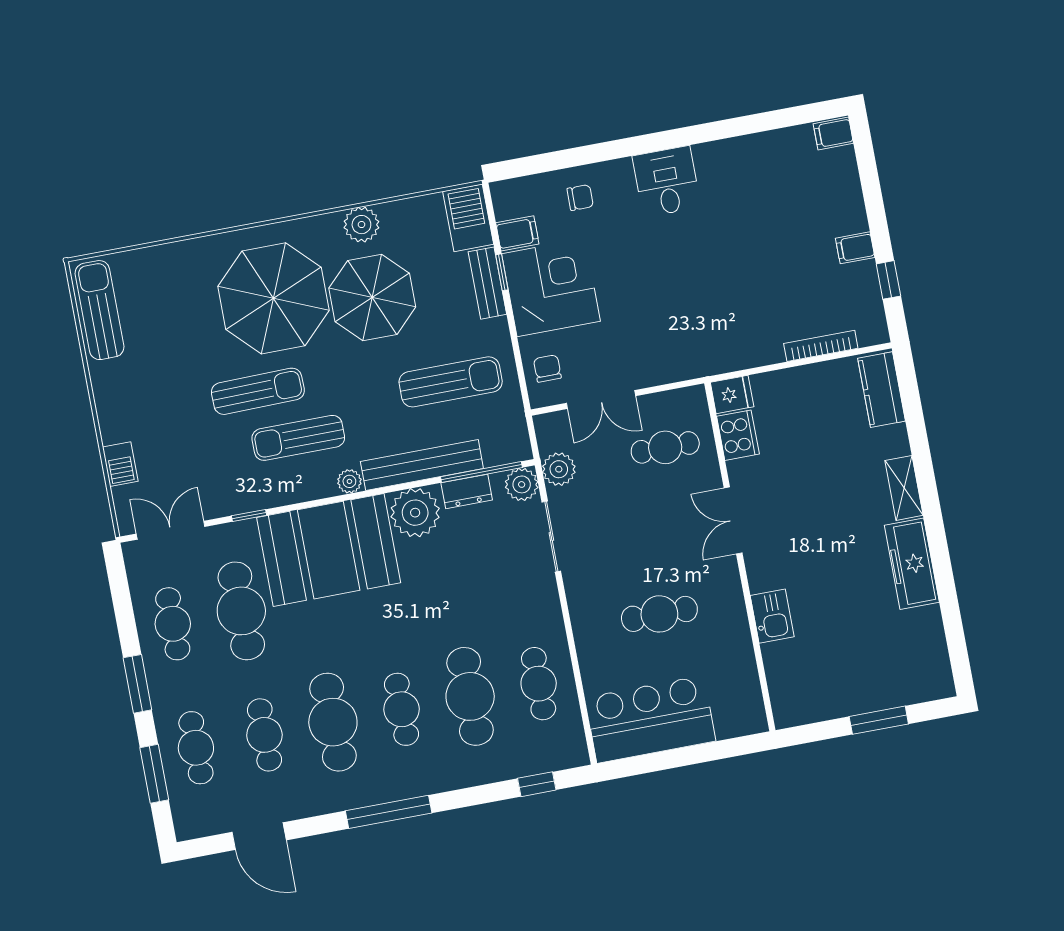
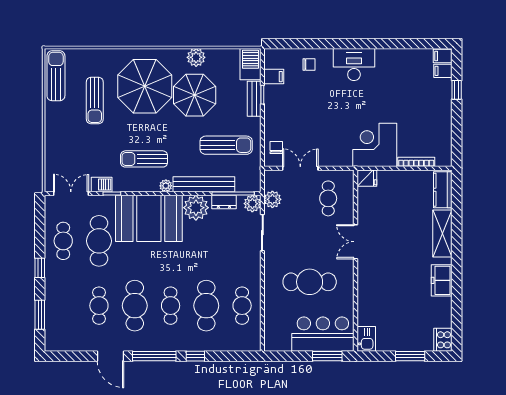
desk: (667, 182) -> (354, 64), width x1.37
filing cabinet: (855, 248) -> (443, 71), moved
window: (888, 280) -> (457, 90), moved
corner desk: (551, 287) -> (375, 145), moved, turned -90
sun lounger: (258, 391) -> (95, 100), moved, turned 91
double door: (601, 400) -> (300, 168), swing flipped
cooker: (738, 435) -> (443, 340), moved, turned 180
cafe table: (665, 447) -> (328, 198), turned 90
barbecue: (120, 464) -> (102, 185), moved, turned -90
shelving: (904, 488) -> (442, 234), width x1.50, depth x1.33
freezer: (912, 564) -> (442, 280), width x0.71
cafe table: (659, 614) -> (310, 282), width x1.37, depth x1.35
kitchen sink: (772, 616) -> (366, 339), moved
window: (137, 684) -> (40, 268), width x0.67
bar counter: (650, 719) -> (323, 334), moved
cafe table: (196, 748) -> (63, 306), removed
window: (720, 750) -> (327, 356), added
window: (537, 784) -> (195, 356), moved
door: (259, 836) -> (110, 356), moved

